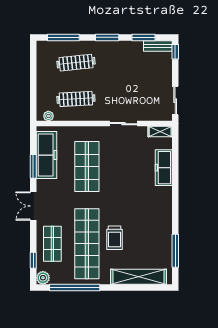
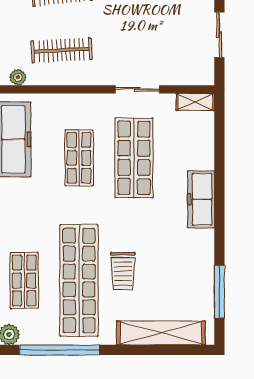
sliding door: (175, 101) -> (219, 35), moved
shop shelf: (87, 167) -> (79, 158), width x0.70, depth x0.74
shop shelf: (121, 167) -> (134, 158), added
freezer: (164, 168) -> (201, 199), moved

